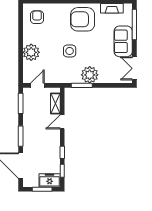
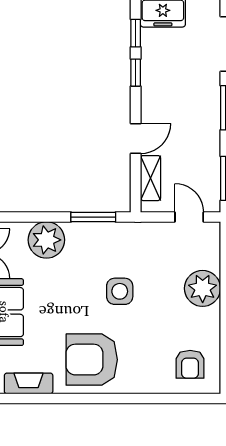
armchair: (83, 19) -> (92, 360), turned 180
plant: (90, 75) -> (46, 240), moved
door: (37, 85) -> (189, 217), swing flipped

